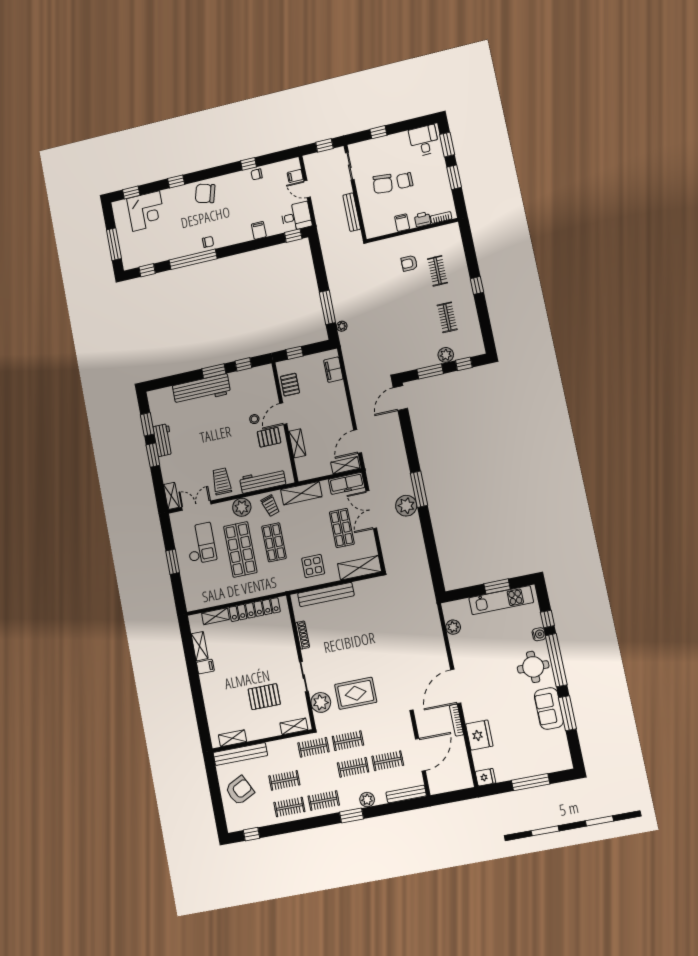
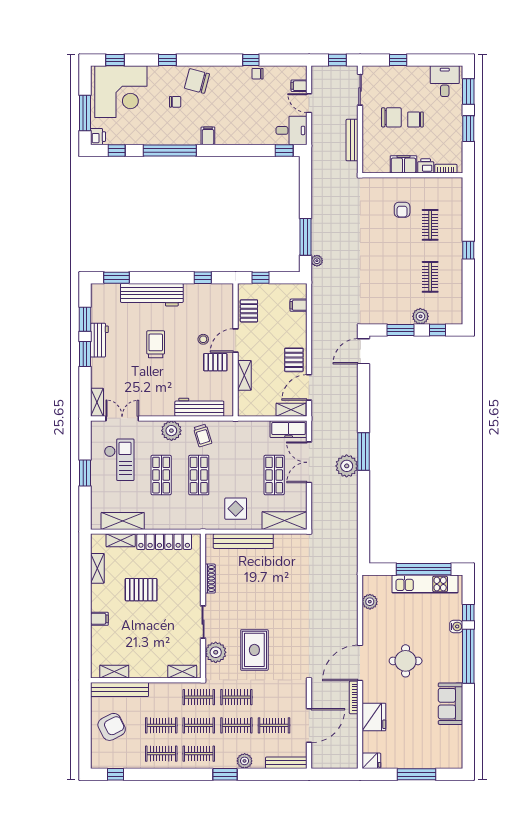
chair: (383, 184) -> (391, 117), turned -96
corner desk: (146, 211) -> (121, 92), width x1.36, depth x1.36
filing cabinet: (402, 223) -> (403, 164), width x2.00
filing cabinet: (259, 230) -> (208, 136), moved
chair: (208, 242) -> (175, 102), moved
printer: (129, 262) -> (98, 137), added
armchair: (409, 263) -> (402, 210), turned -90
filing cabinet: (333, 370) -> (299, 305), width x0.50
window: (214, 371) -> (116, 278), moved
pallet: (339, 420) -> (294, 360), added
trolley: (222, 481) -> (156, 344), moved
shelving: (301, 493) -> (123, 521), moved
shop shelf: (240, 549) -> (161, 475), width x0.70, depth x0.74
window: (497, 586) -> (424, 569), width x2.11
filing cabinet: (205, 667) -> (99, 619), moved
round table: (533, 667) -> (406, 661), moved
rug: (356, 693) -> (254, 650), turned 90
pallet: (264, 697) -> (141, 590), moved
window: (567, 713) -> (468, 712), removed
clothes rail: (319, 774) -> (199, 725), added

